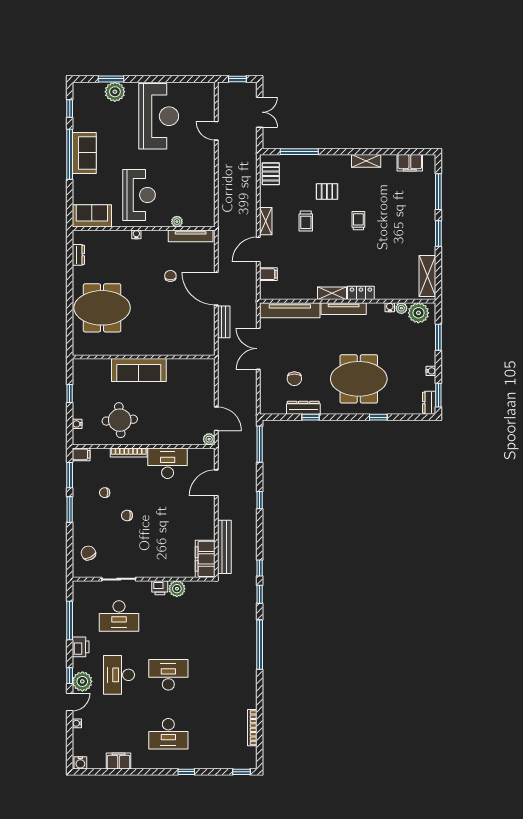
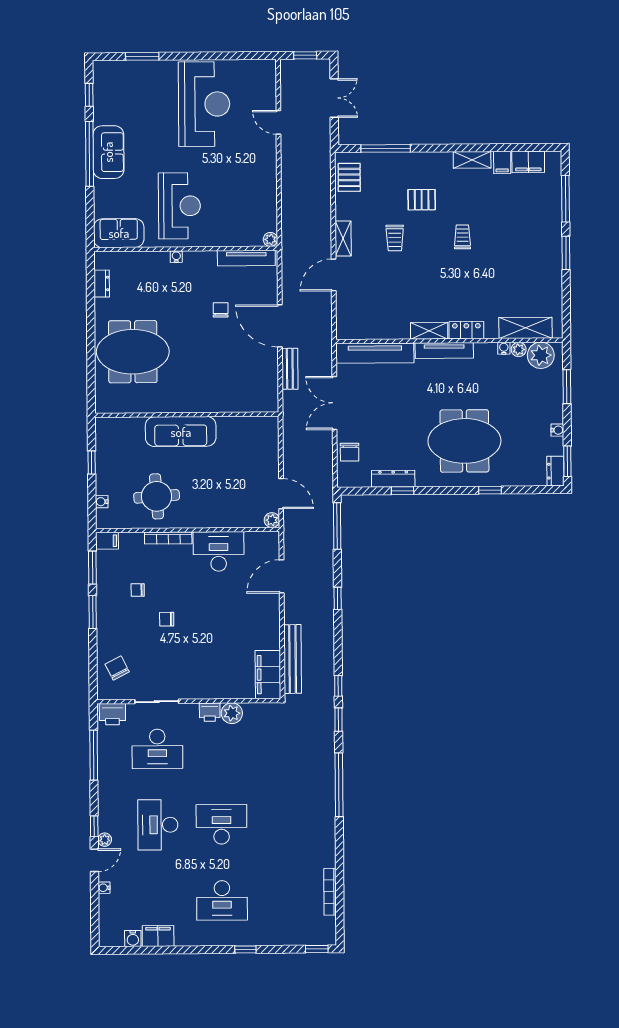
plant: (115, 92) -> (147, 73), removed
plant: (177, 222) -> (270, 239), moved
filing cabinet: (268, 274) -> (502, 163), moved, turned 90
shelving: (427, 276) -> (525, 328), moved, turned 90
chair: (294, 379) -> (350, 452), moved
printer: (81, 647) -> (112, 714), moved, turned 90
plant: (82, 681) -> (105, 840), width x0.53, depth x0.53
water cooler: (80, 763) -> (133, 939), moved

